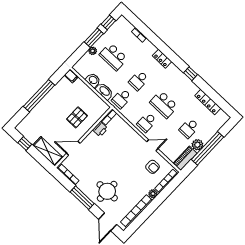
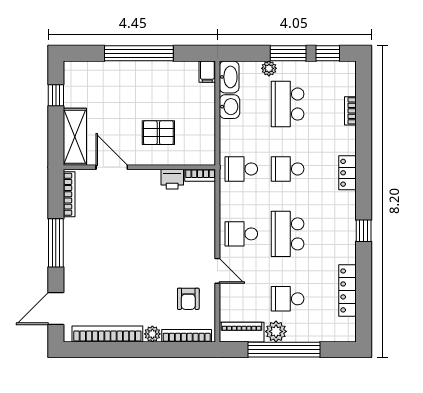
washbasin: (104, 91) -> (229, 77), moved
round table: (107, 191) -> (97, 269), removed

